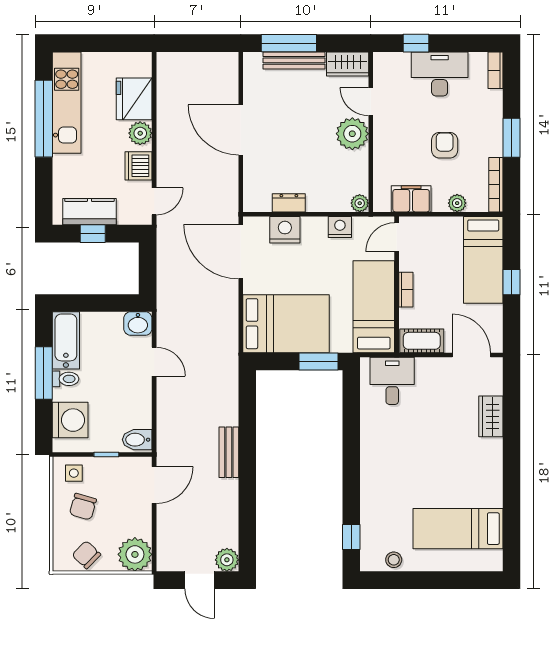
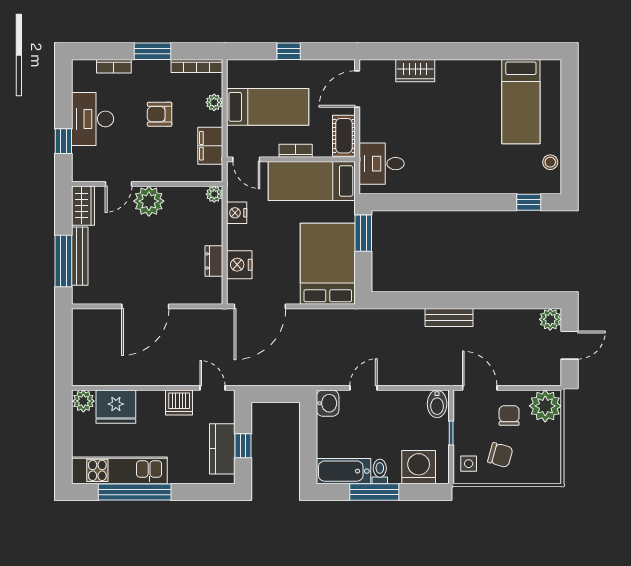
bookcase: (495, 70) -> (114, 66), moved
plant: (140, 133) -> (83, 401), moved
bed: (483, 260) -> (268, 107), moved
chair: (86, 555) -> (509, 416), moved, turned 136

